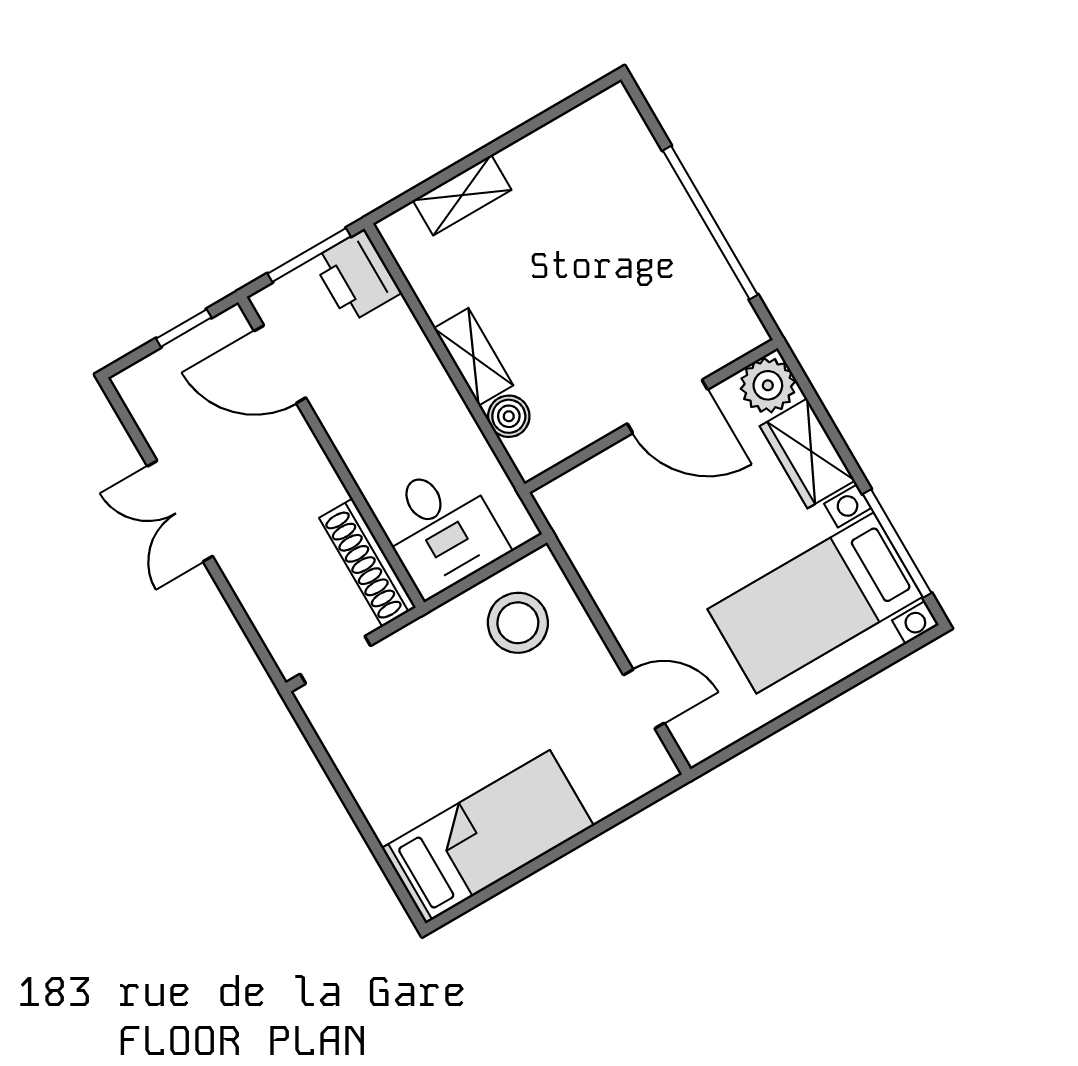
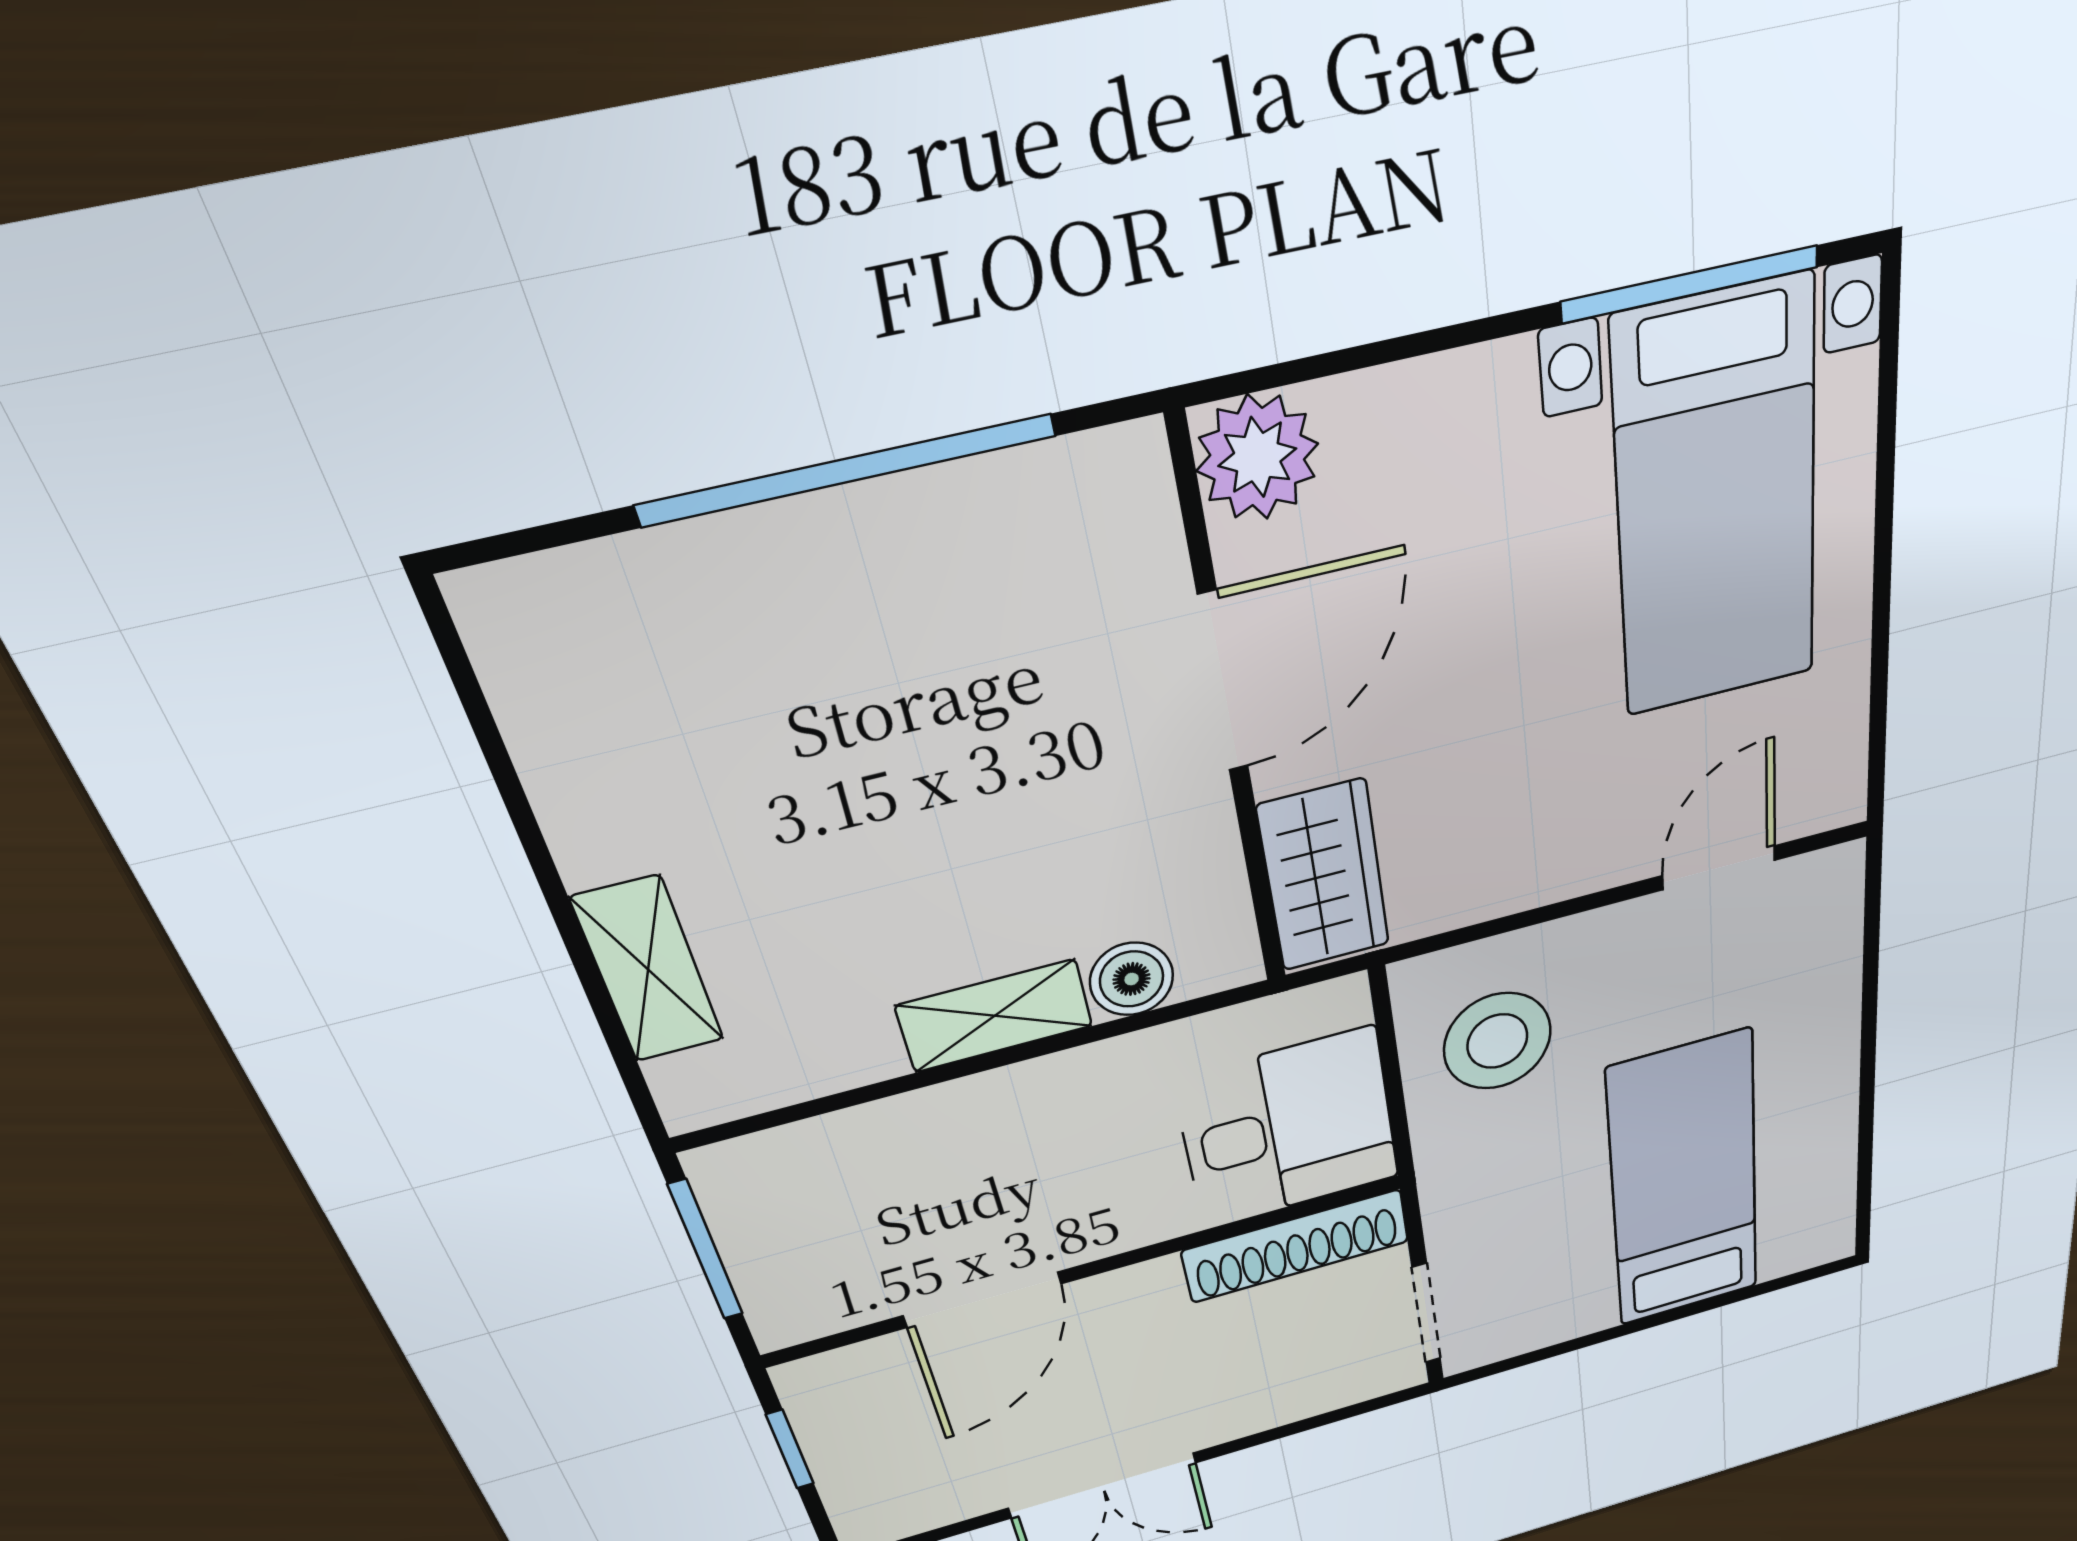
printer: (357, 276) -> (771, 1181), removed
door: (280, 364) -> (983, 1300), moved
wardrobe: (807, 453) -> (1324, 876), moved, turned -90
bed: (488, 837) -> (1684, 1182), moved

